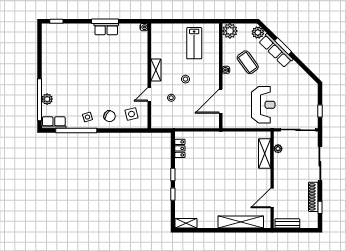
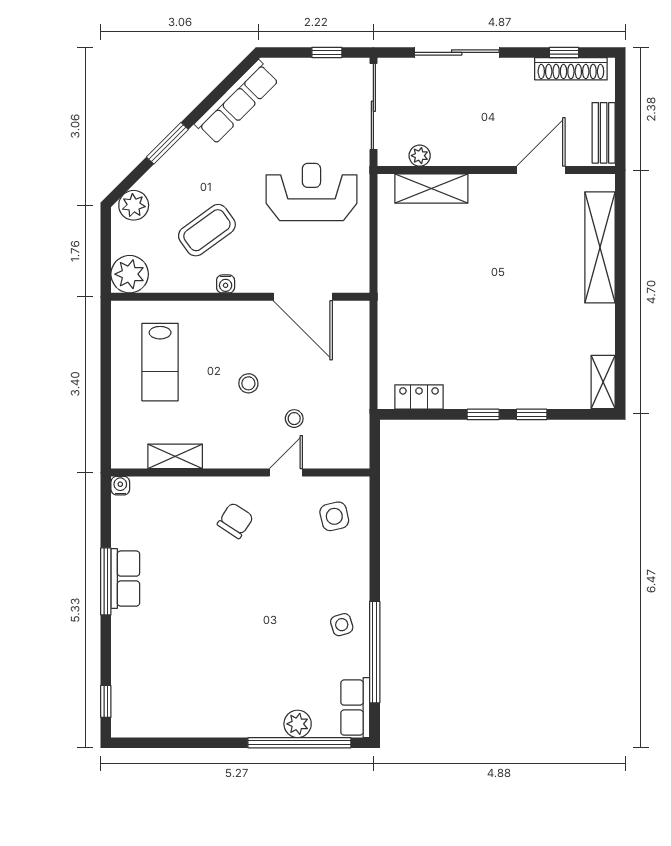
lab bench: (194, 43) -> (160, 362), turned 90
row of seats: (276, 51) -> (237, 102), moved
shelving: (156, 70) -> (175, 456), moved
door: (149, 94) -> (286, 473), swing flipped
chair: (110, 116) -> (235, 521), moved
shoe rack: (313, 197) -> (571, 69), moved
door: (272, 198) -> (541, 170), swing flipped

